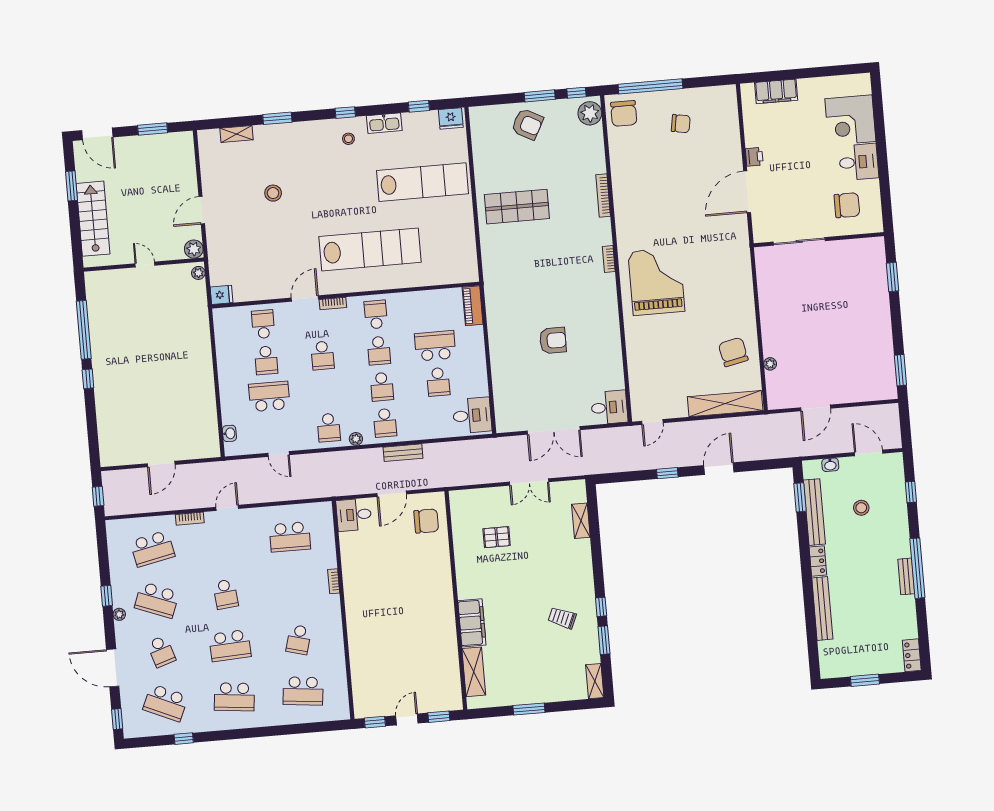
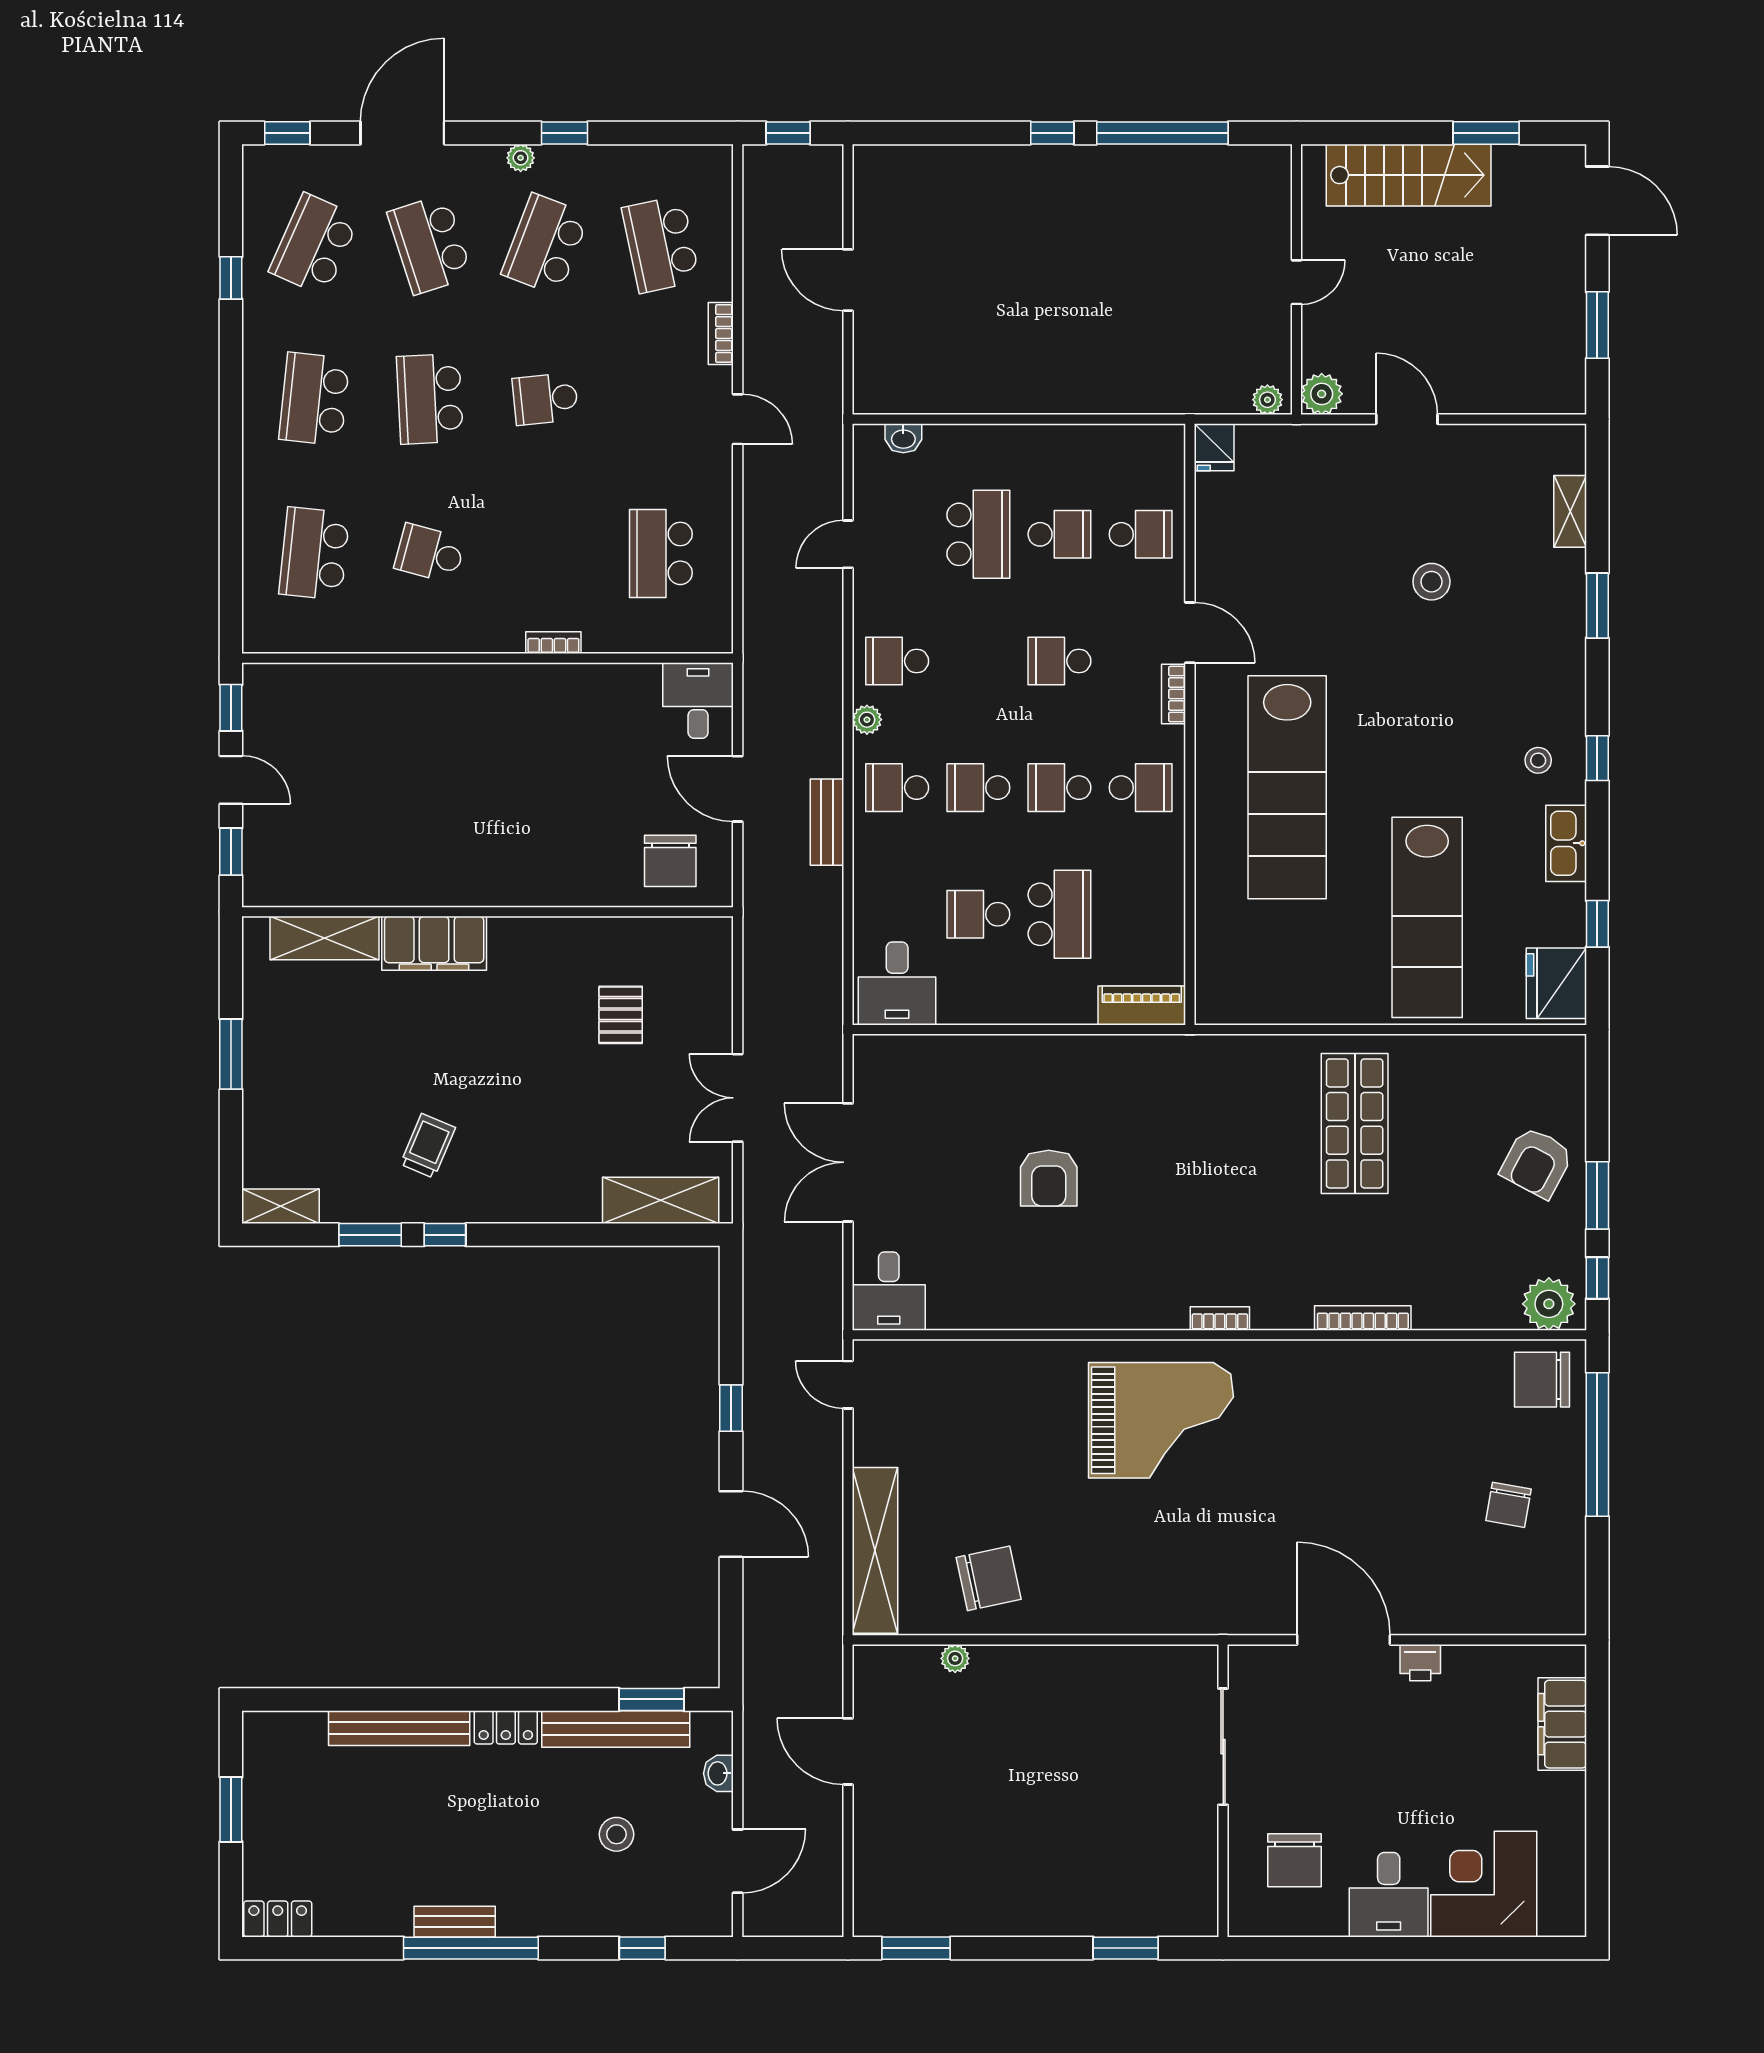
fridge: (451, 118) -> (1556, 983), width x1.36, depth x1.34
door: (97, 134) -> (1597, 201), swing flipped
school desk: (266, 360) -> (1059, 534), turned 180
shelving: (581, 521) -> (661, 1200), width x1.50, depth x1.33
school desk: (161, 651) -> (430, 244), width x1.85

